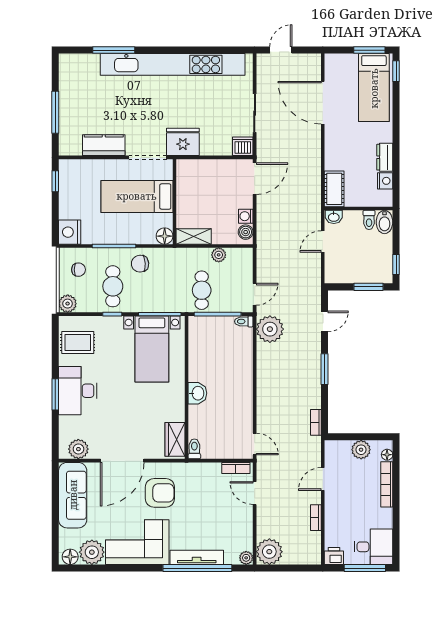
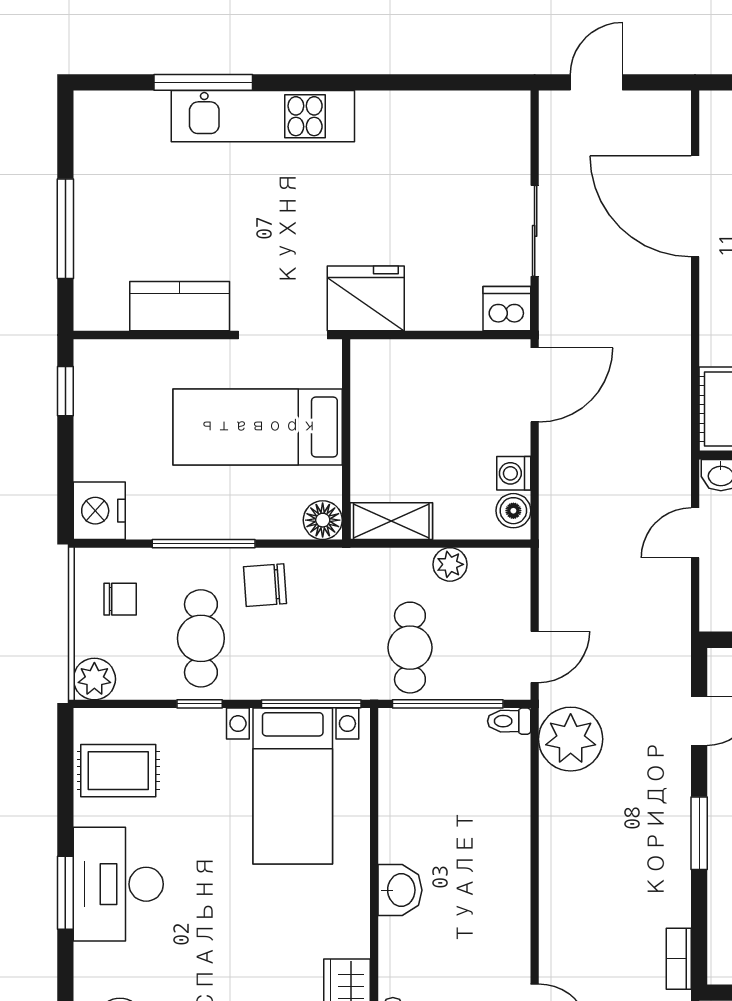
kitchen unit: (173, 64) -> (263, 116), width x0.54

